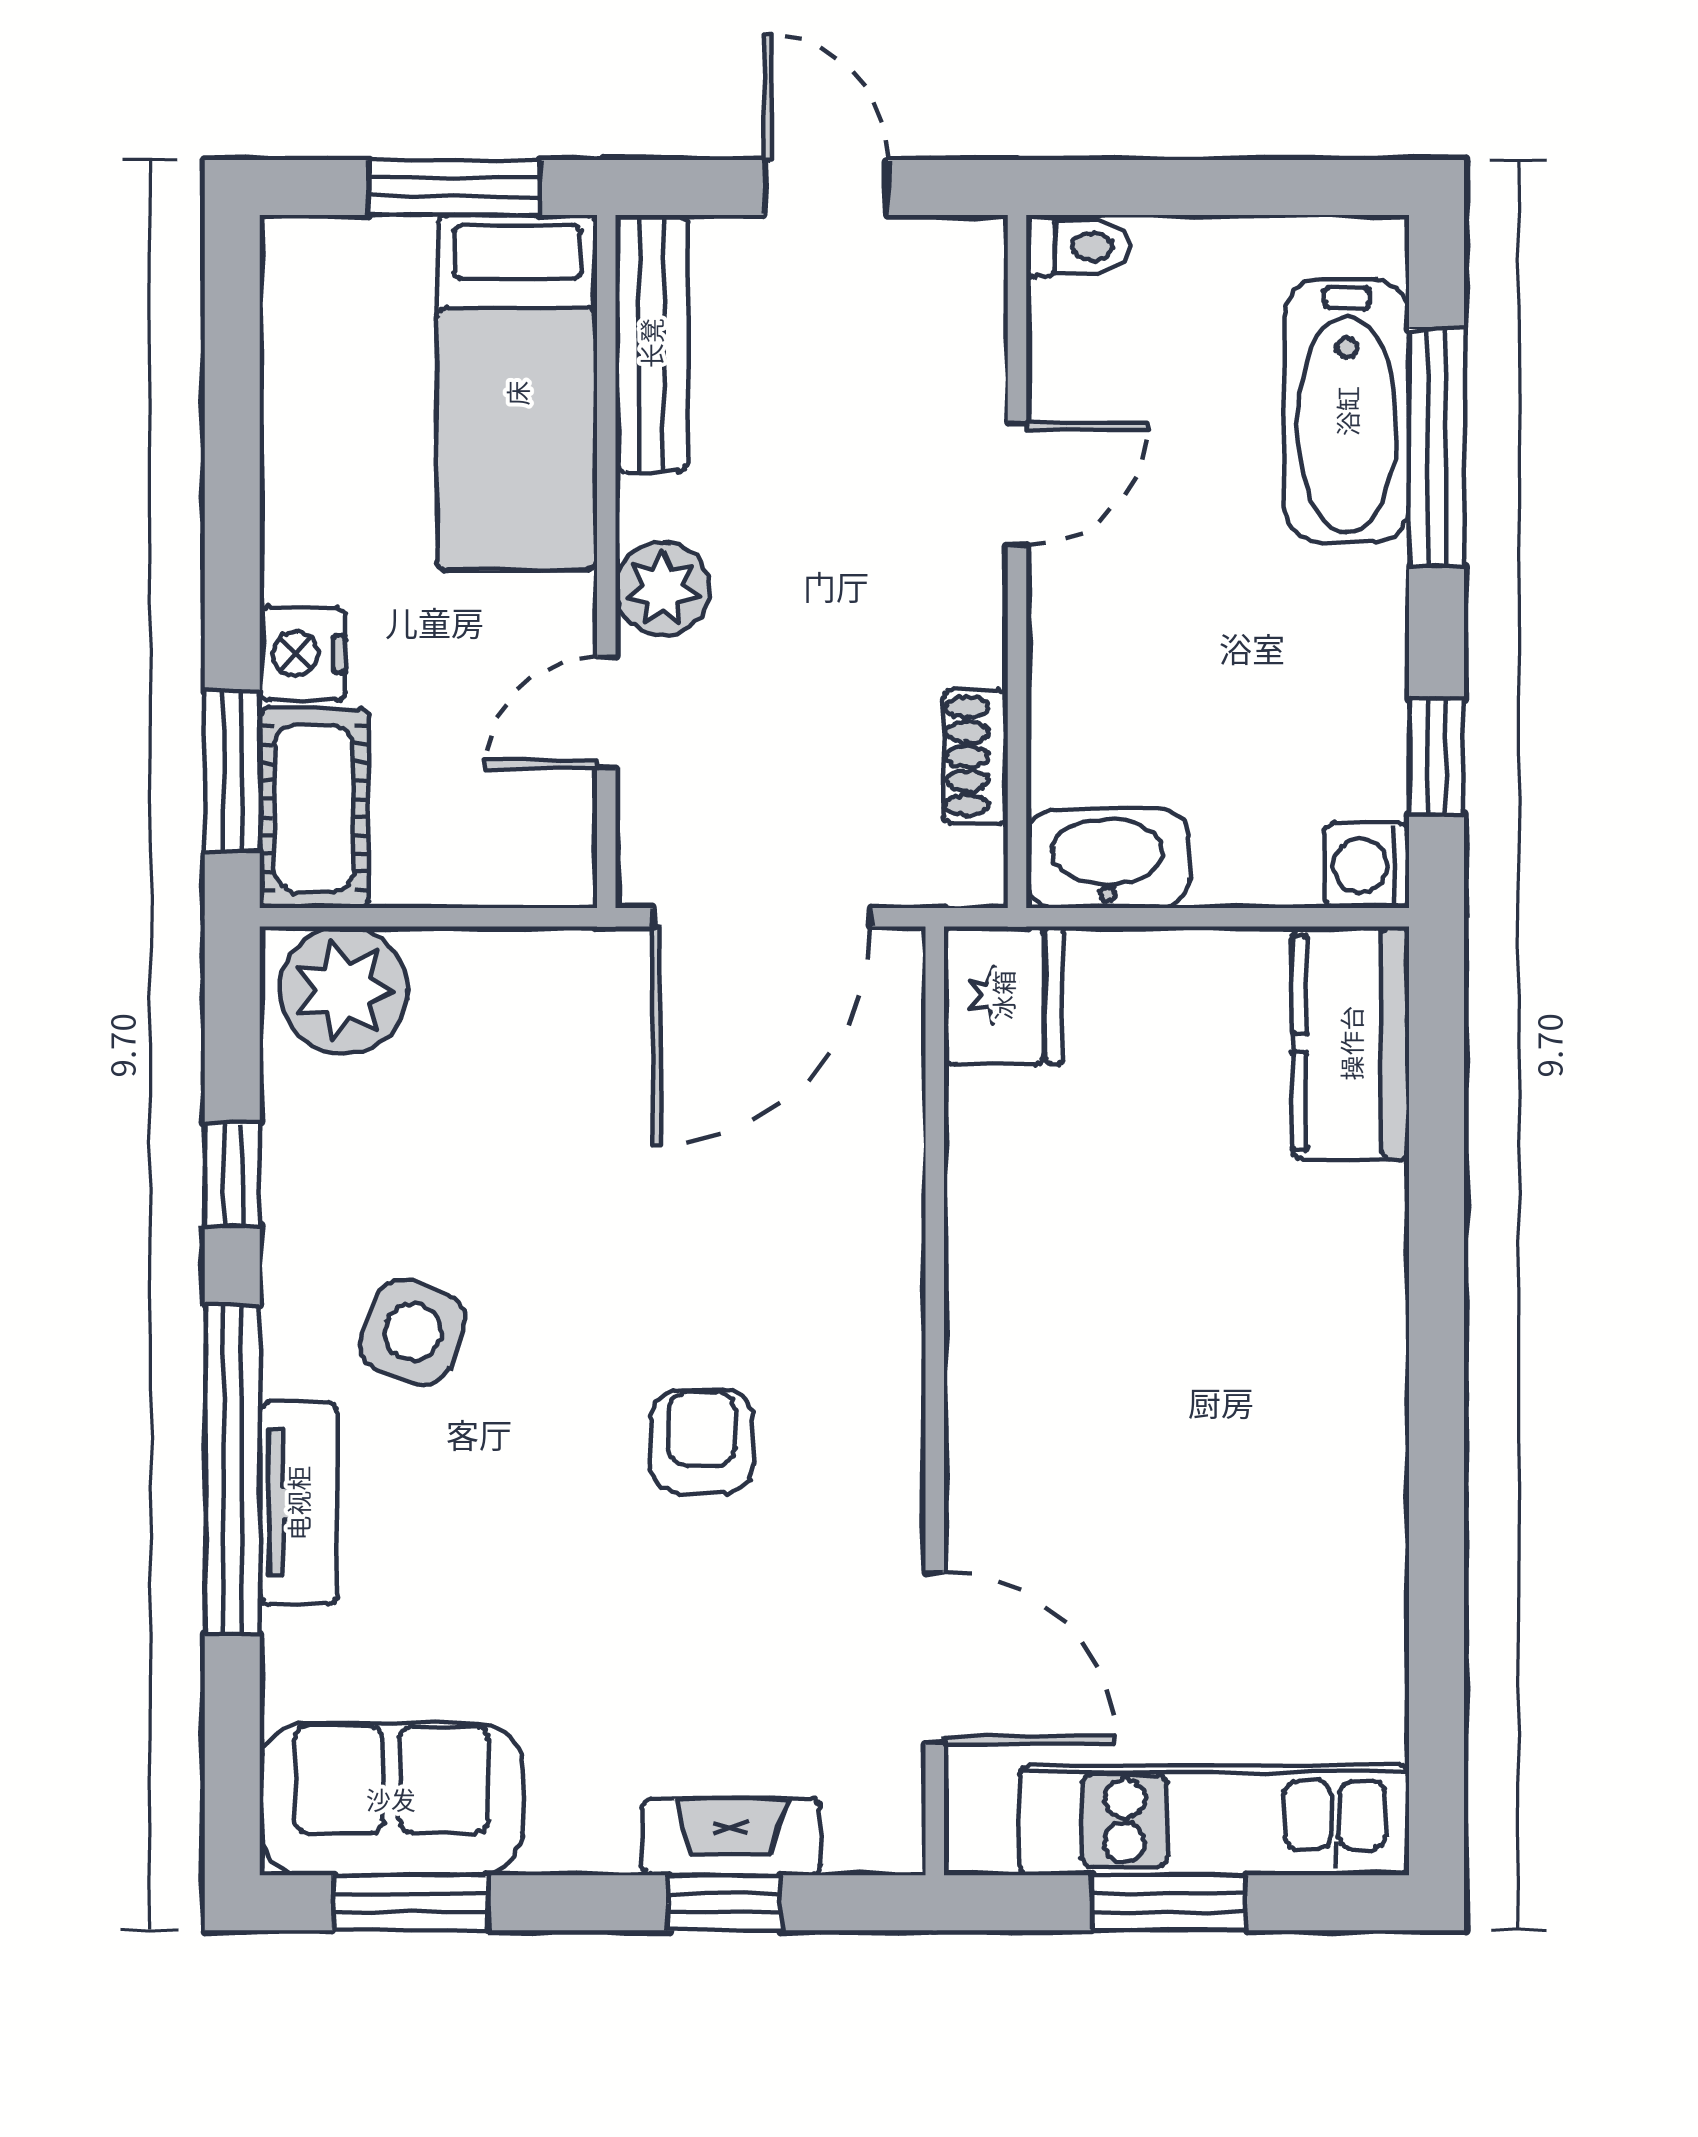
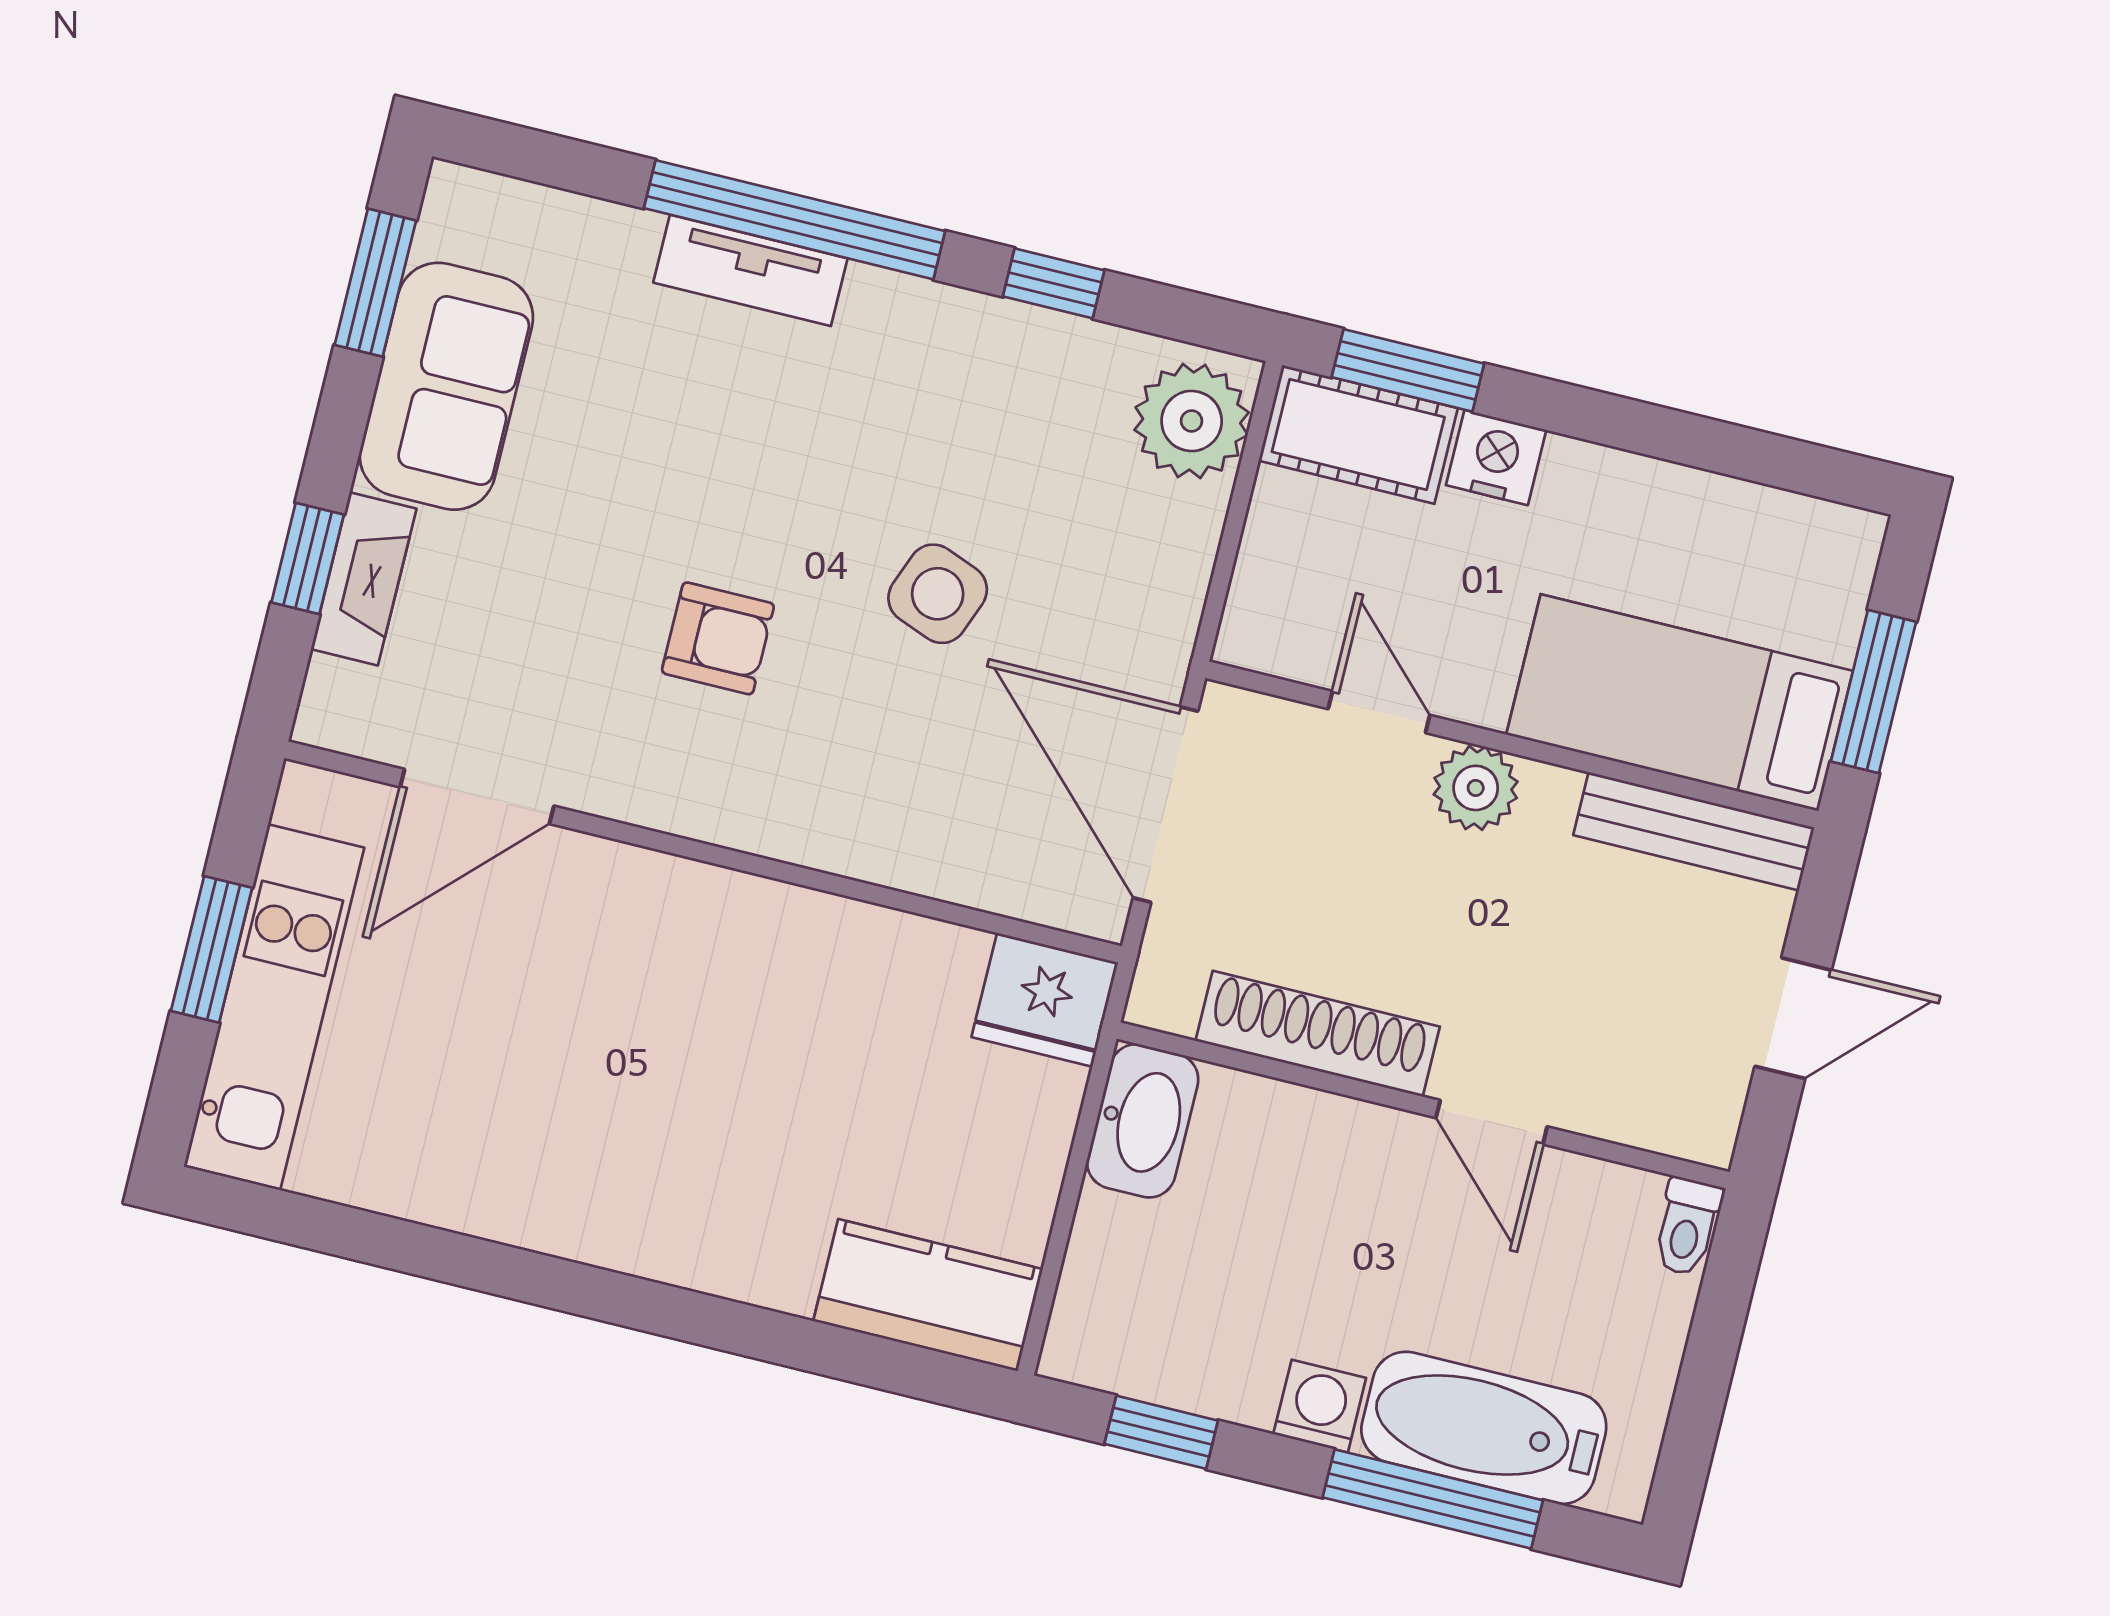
shoe rack: (975, 756) -> (1318, 1034), width x1.94, depth x1.24
washing machine: (1367, 866) -> (1320, 1406), moved
side table: (413, 1332) -> (938, 594), moved
sofa: (391, 1799) -> (446, 386), moved

